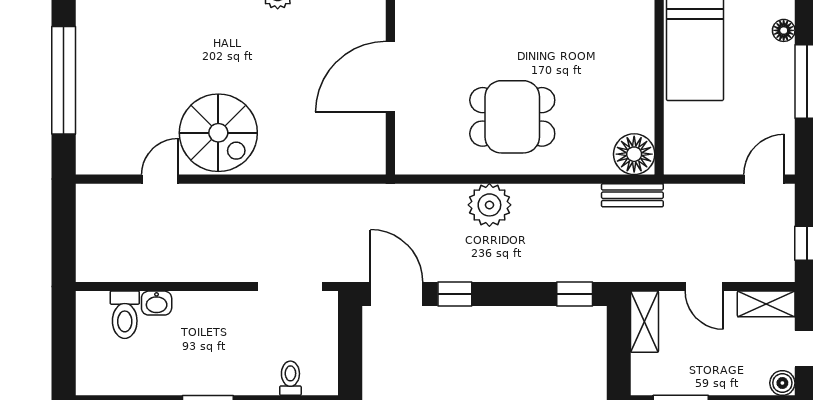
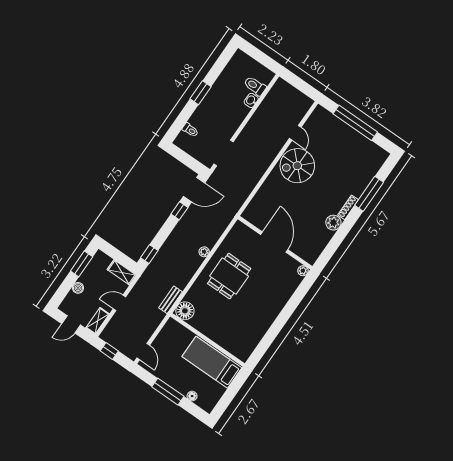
plant: (489, 205) -> (204, 252), width x0.53, depth x0.53
boiler: (782, 383) -> (78, 288), moved

